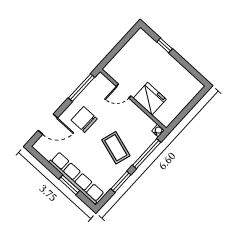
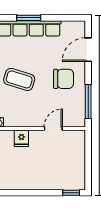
window: (164, 45) -> (71, 193), moved
fridge: (150, 99) -> (21, 138), width x0.53, depth x0.75

